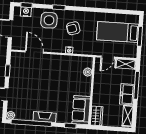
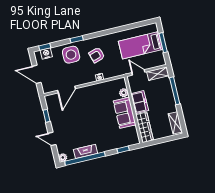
door: (34, 52) -> (66, 90), swing flipped
door: (108, 57) -> (138, 72), swing flipped
freezer: (127, 94) -> (140, 102), moved, turned 180
sofa: (81, 110) -> (125, 113), moved
wardrobe: (97, 116) -> (144, 127), width x1.50
fireplace: (45, 117) -> (86, 151), moved

